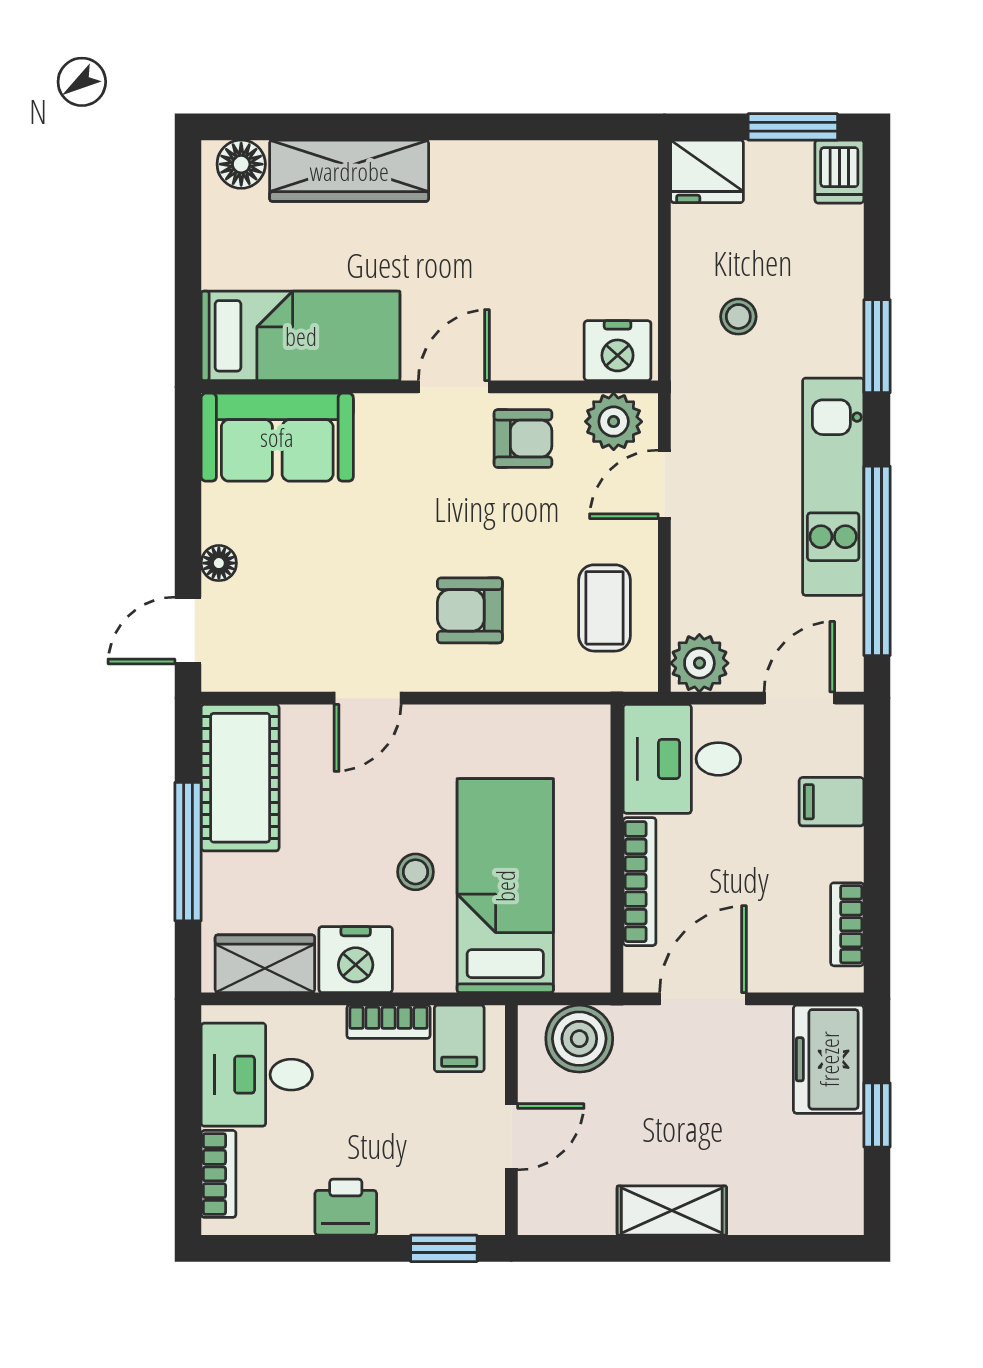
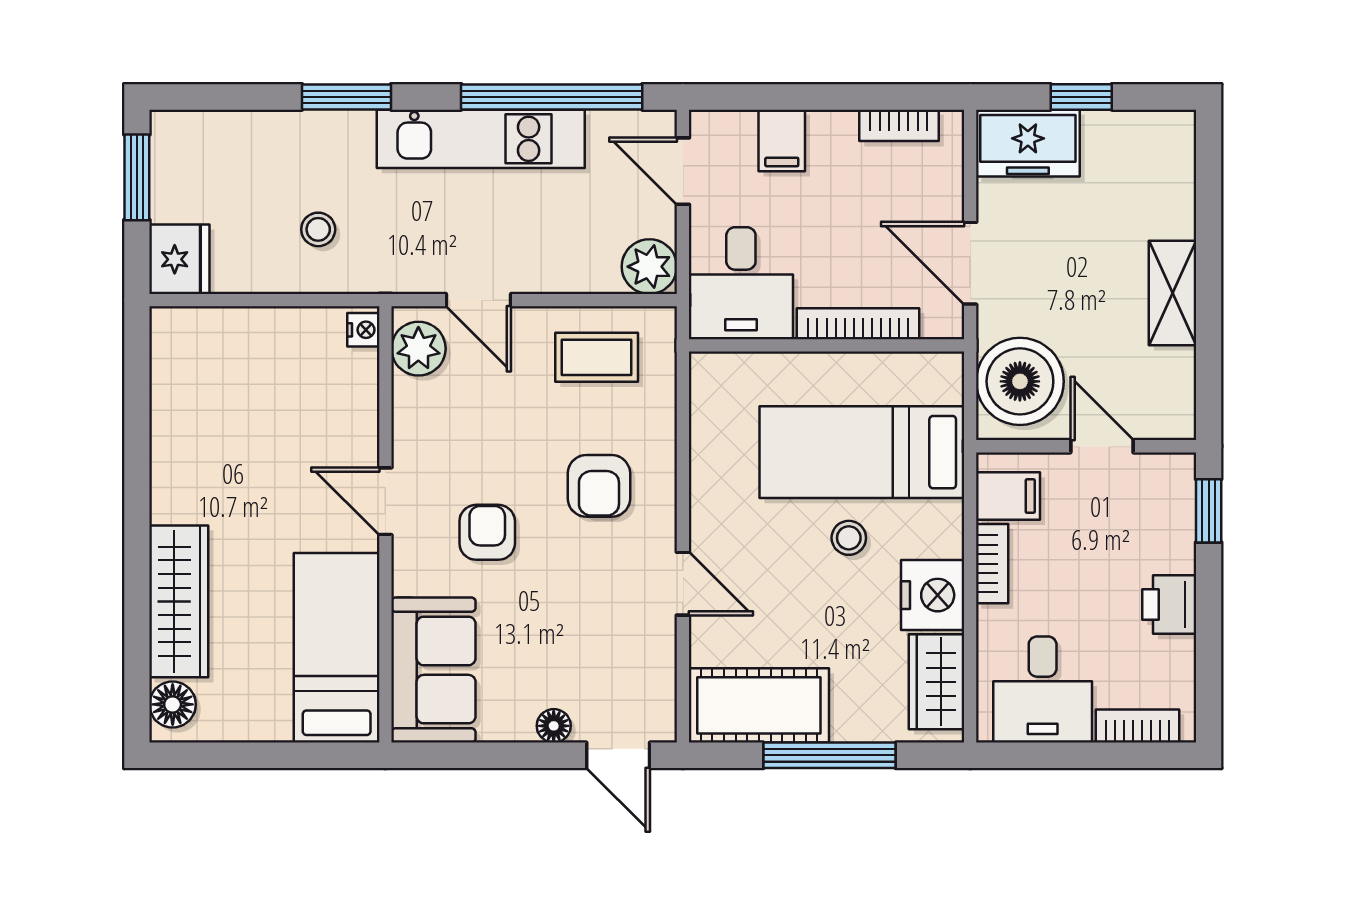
dishwasher: (839, 172) -> (180, 133), removed
nightstand: (618, 351) -> (363, 330), width x0.53, depth x0.56
armchair: (523, 439) -> (487, 532), moved
boiler: (579, 1039) -> (1020, 381), width x1.37, depth x1.37

